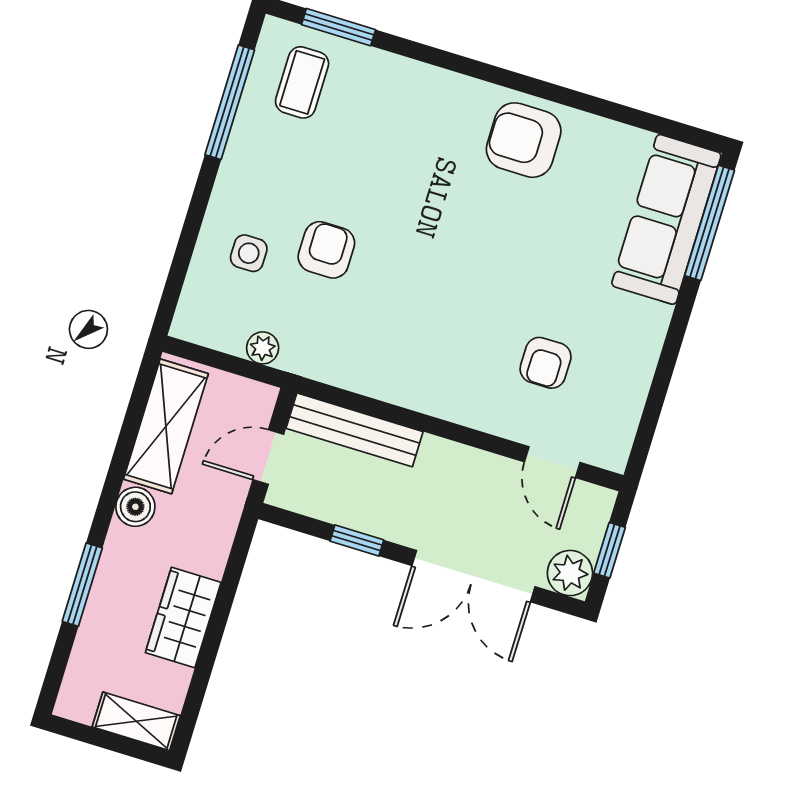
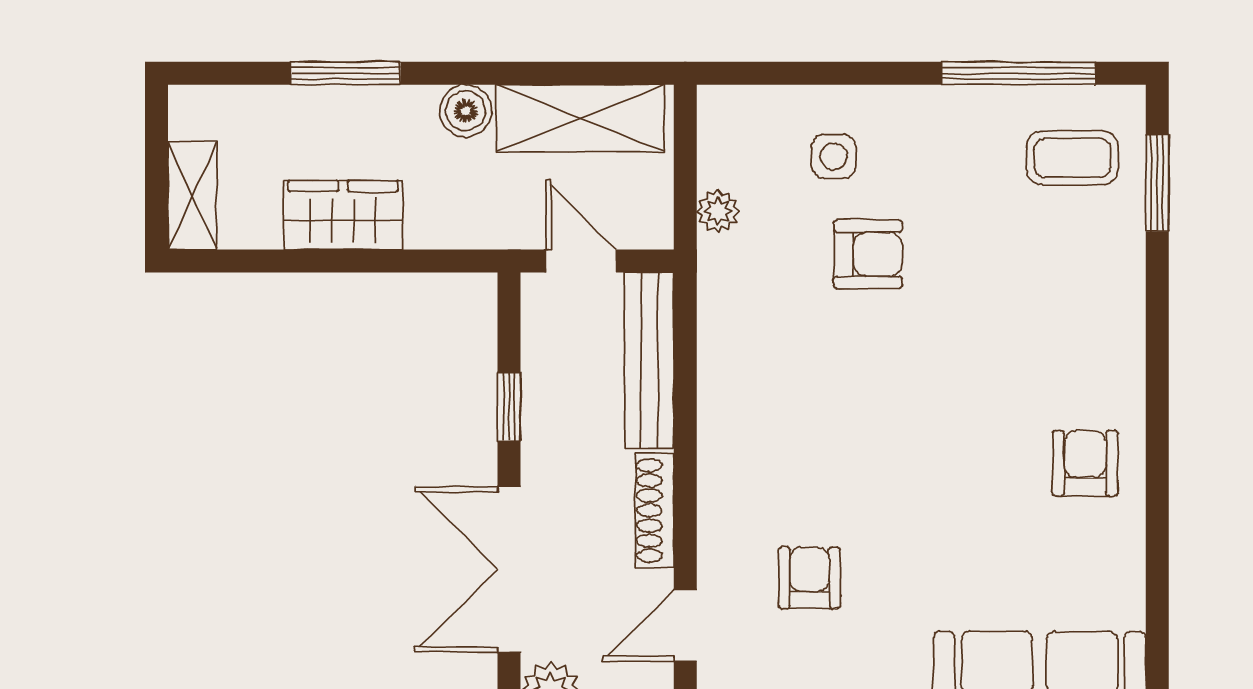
armchair: (524, 140) -> (1085, 463), width x0.72, depth x0.72
armchair: (546, 363) -> (809, 578), turned 90
shoe rack: (463, 459) -> (654, 511), added

